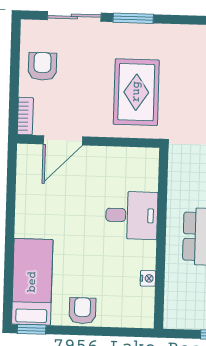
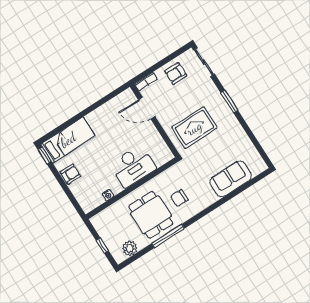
sliding door: (74, 16) -> (204, 62), moved
armchair: (42, 66) -> (176, 73), turned 180
desk: (132, 215) -> (133, 166), width x1.37

